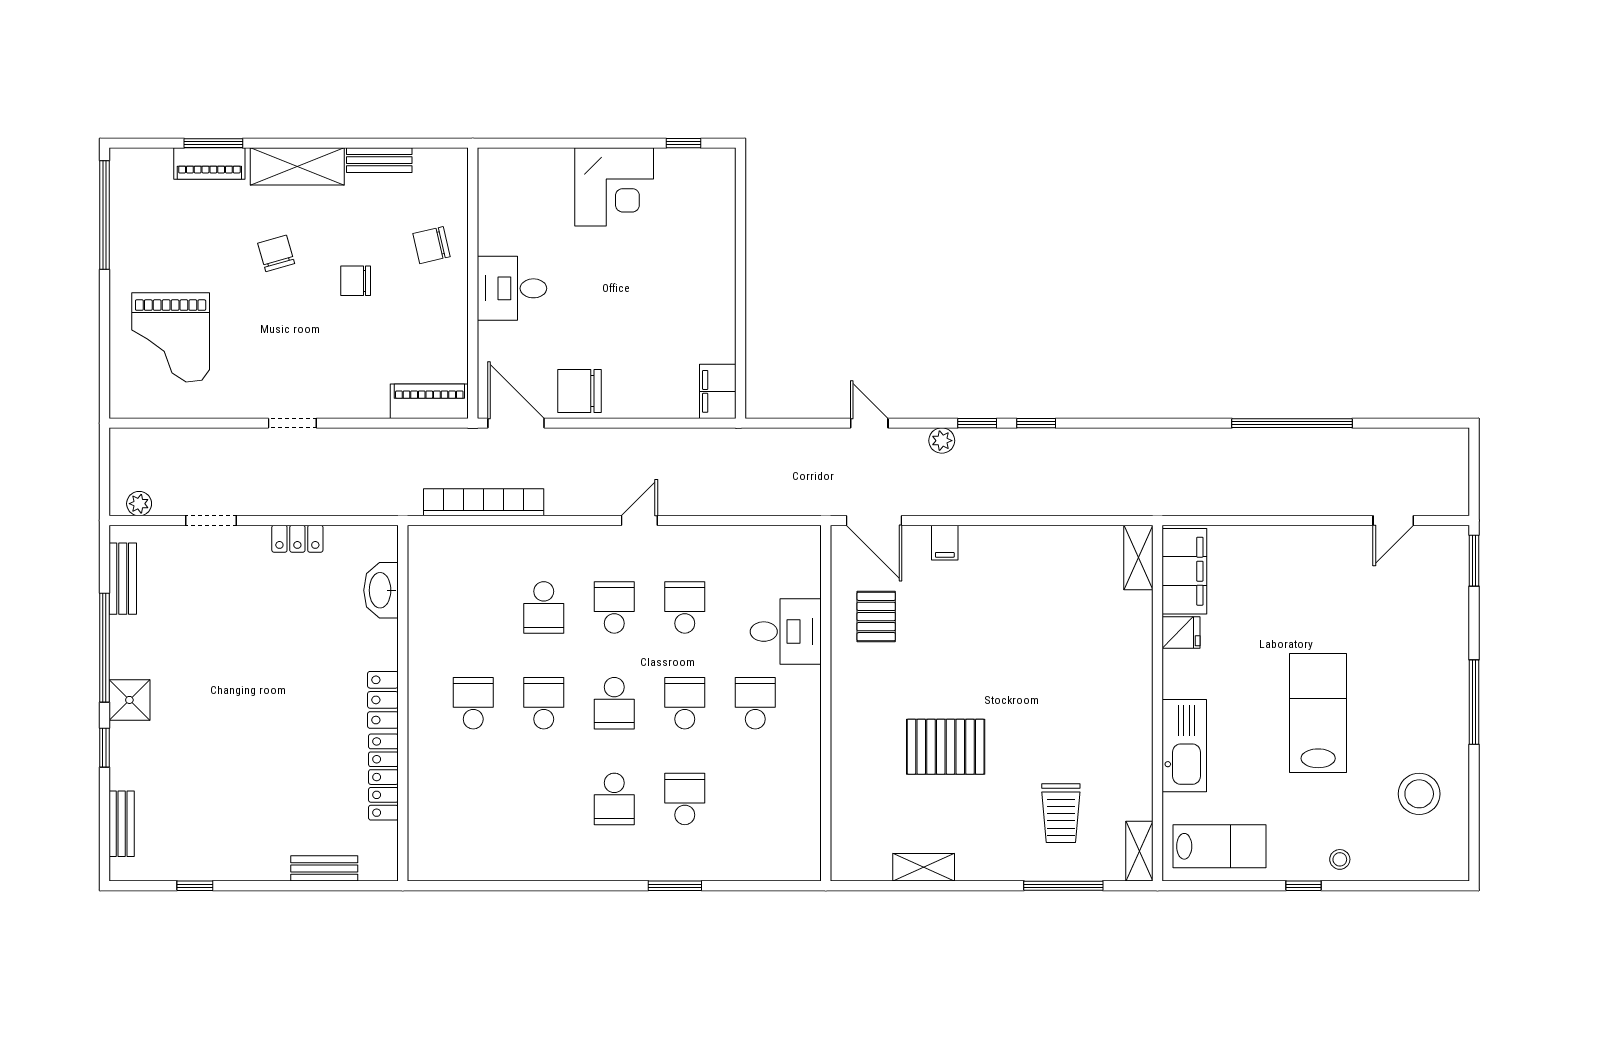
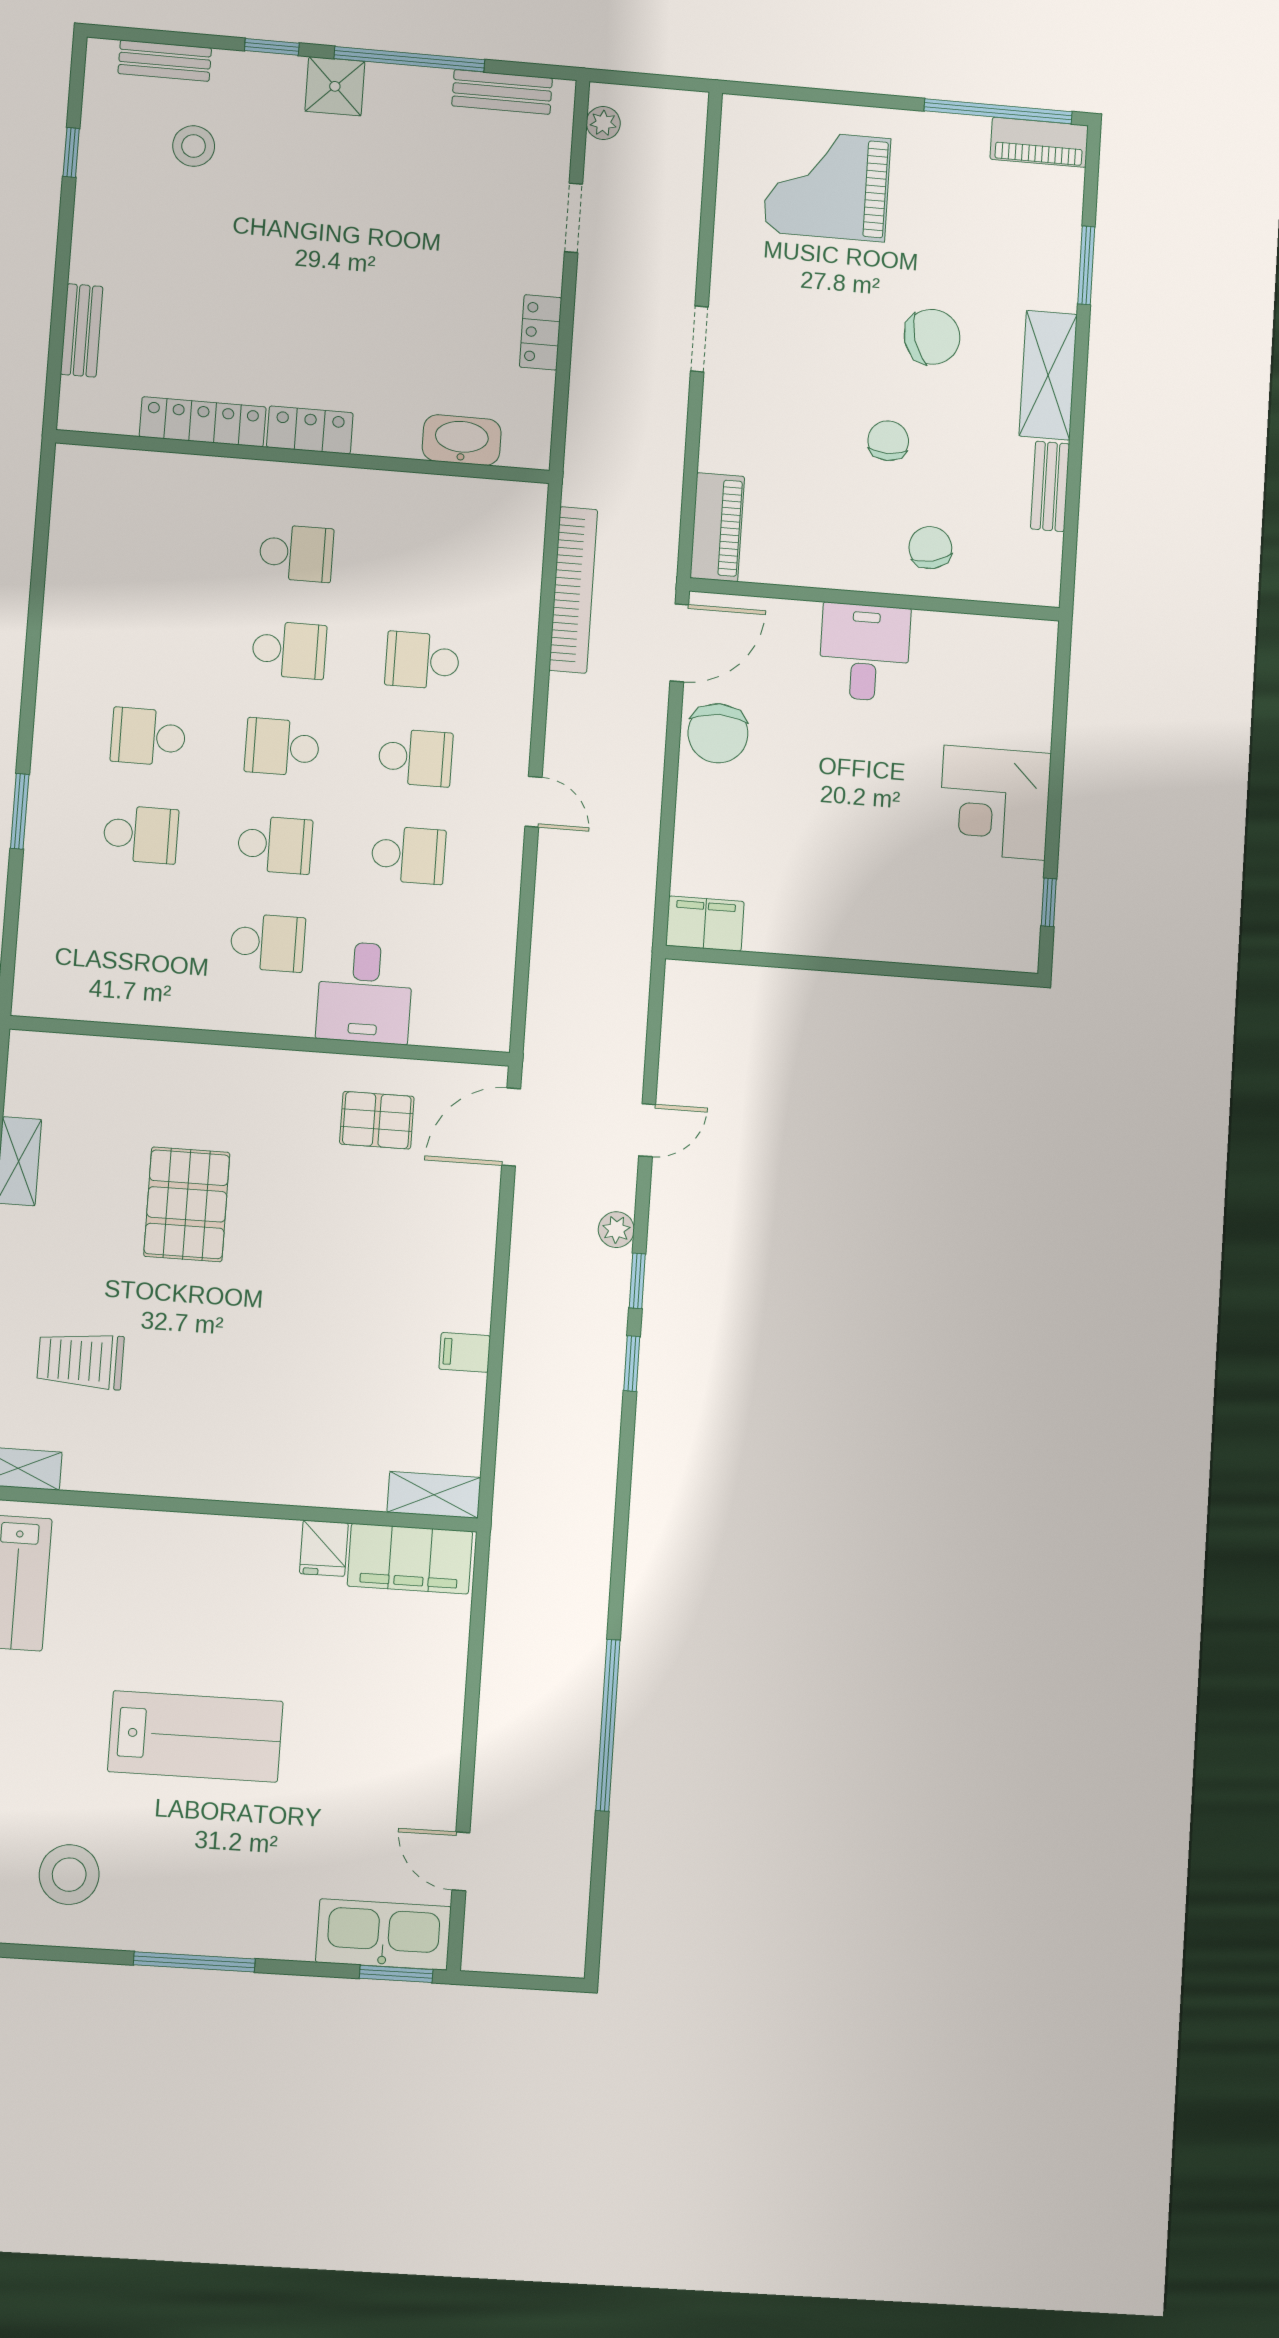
piano: (209, 164) -> (1039, 142), moved, turned -90
chair: (276, 253) -> (932, 337), width x1.37, depth x1.37
chair: (579, 391) -> (718, 733), turned 180
filing cabinet: (945, 543) -> (465, 1352), moved
kitchen sink: (1184, 746) -> (383, 1934), moved, turned 180
stool: (182, 798) -> (194, 146), added

